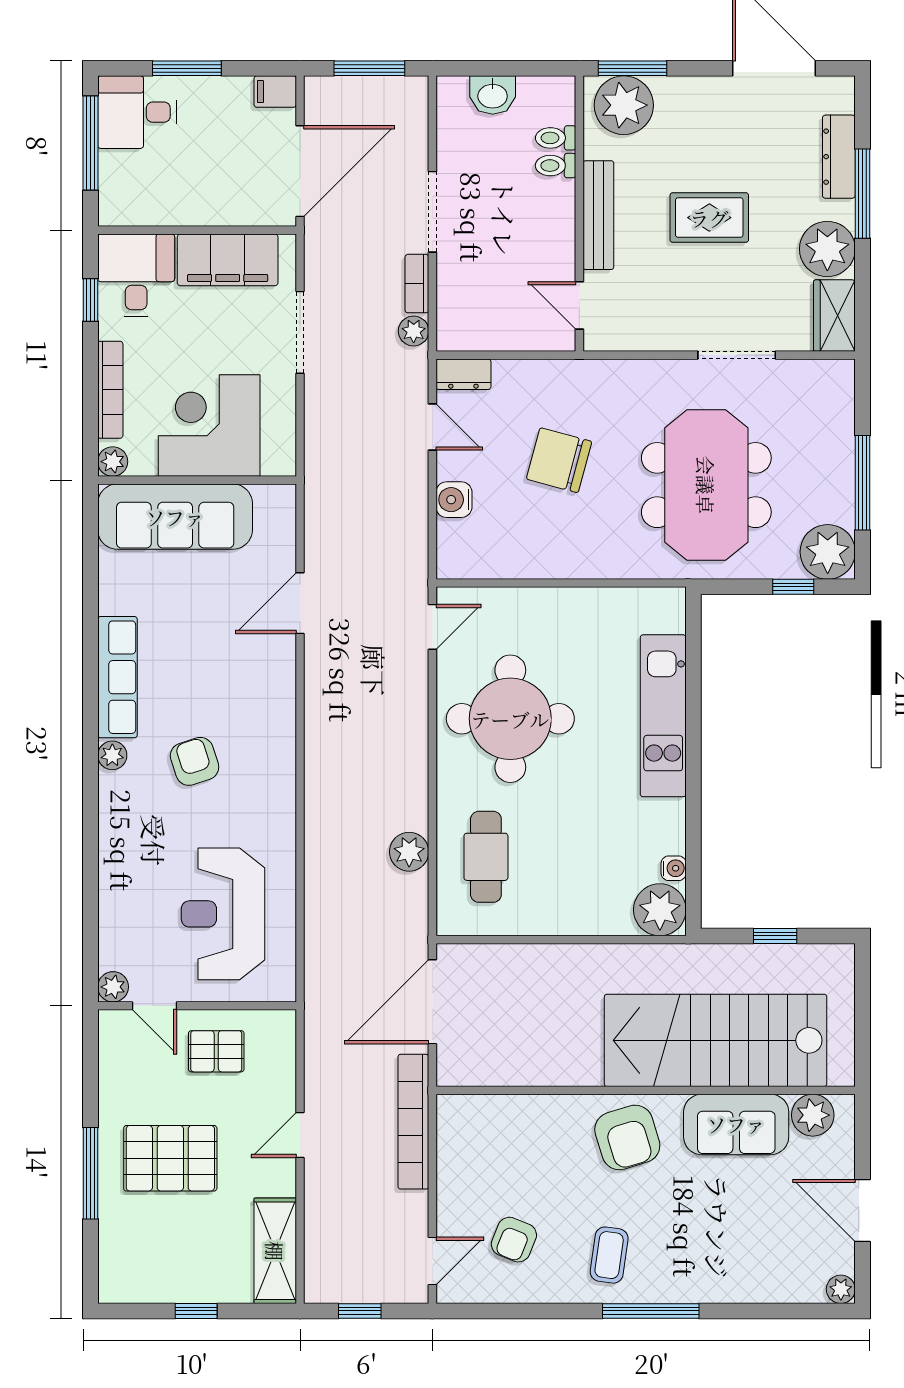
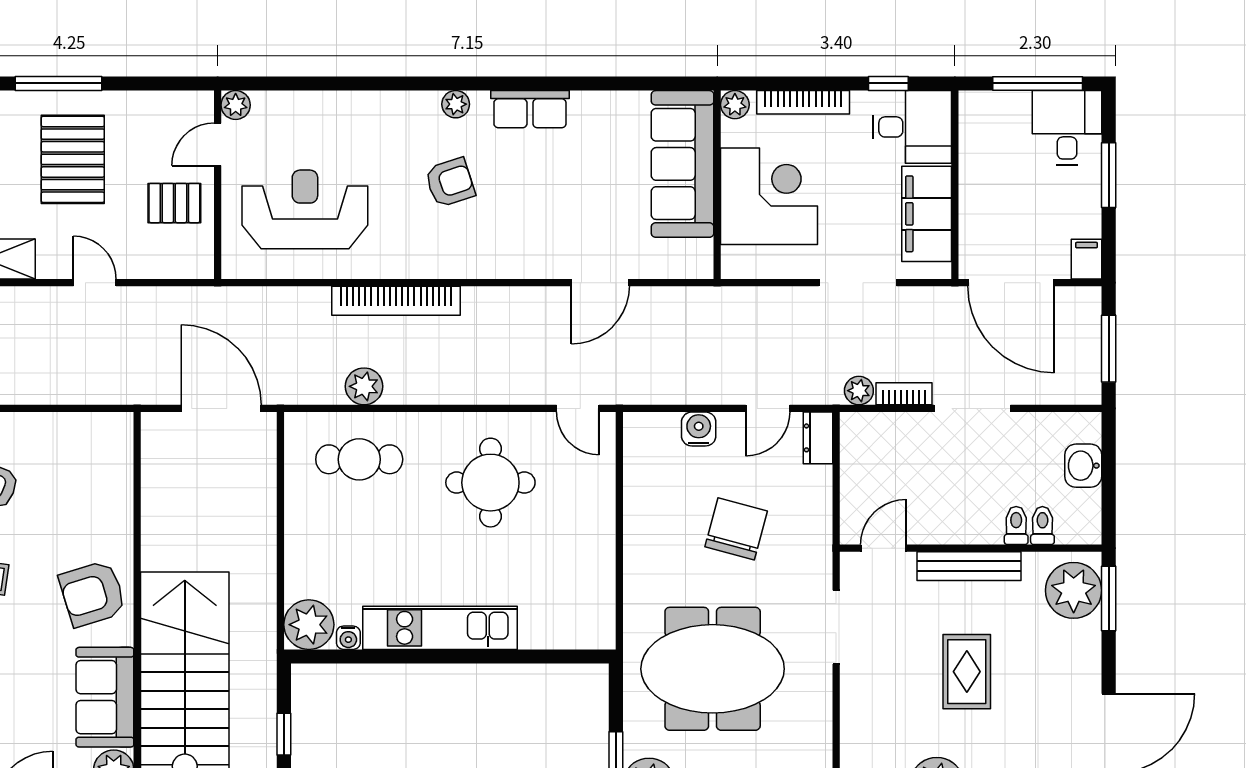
doorway: (737, 355) -> (836, 627), moved
door: (300, 603) -> (600, 283), swing flipped
row of seats: (117, 677) -> (530, 109), width x0.68
kitchen unit: (663, 716) -> (440, 628), moved
round table: (510, 719) -> (490, 483), width x0.73, depth x0.73
pallet: (216, 1051) -> (174, 203), turned 90
bookcase: (413, 1122) -> (396, 301), moved, turned 180

